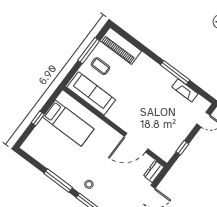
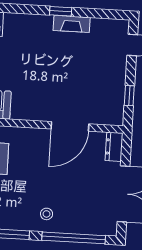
window: (175, 72) -> (61, 11), width x0.46
fireplace: (185, 90) -> (72, 24), moved

